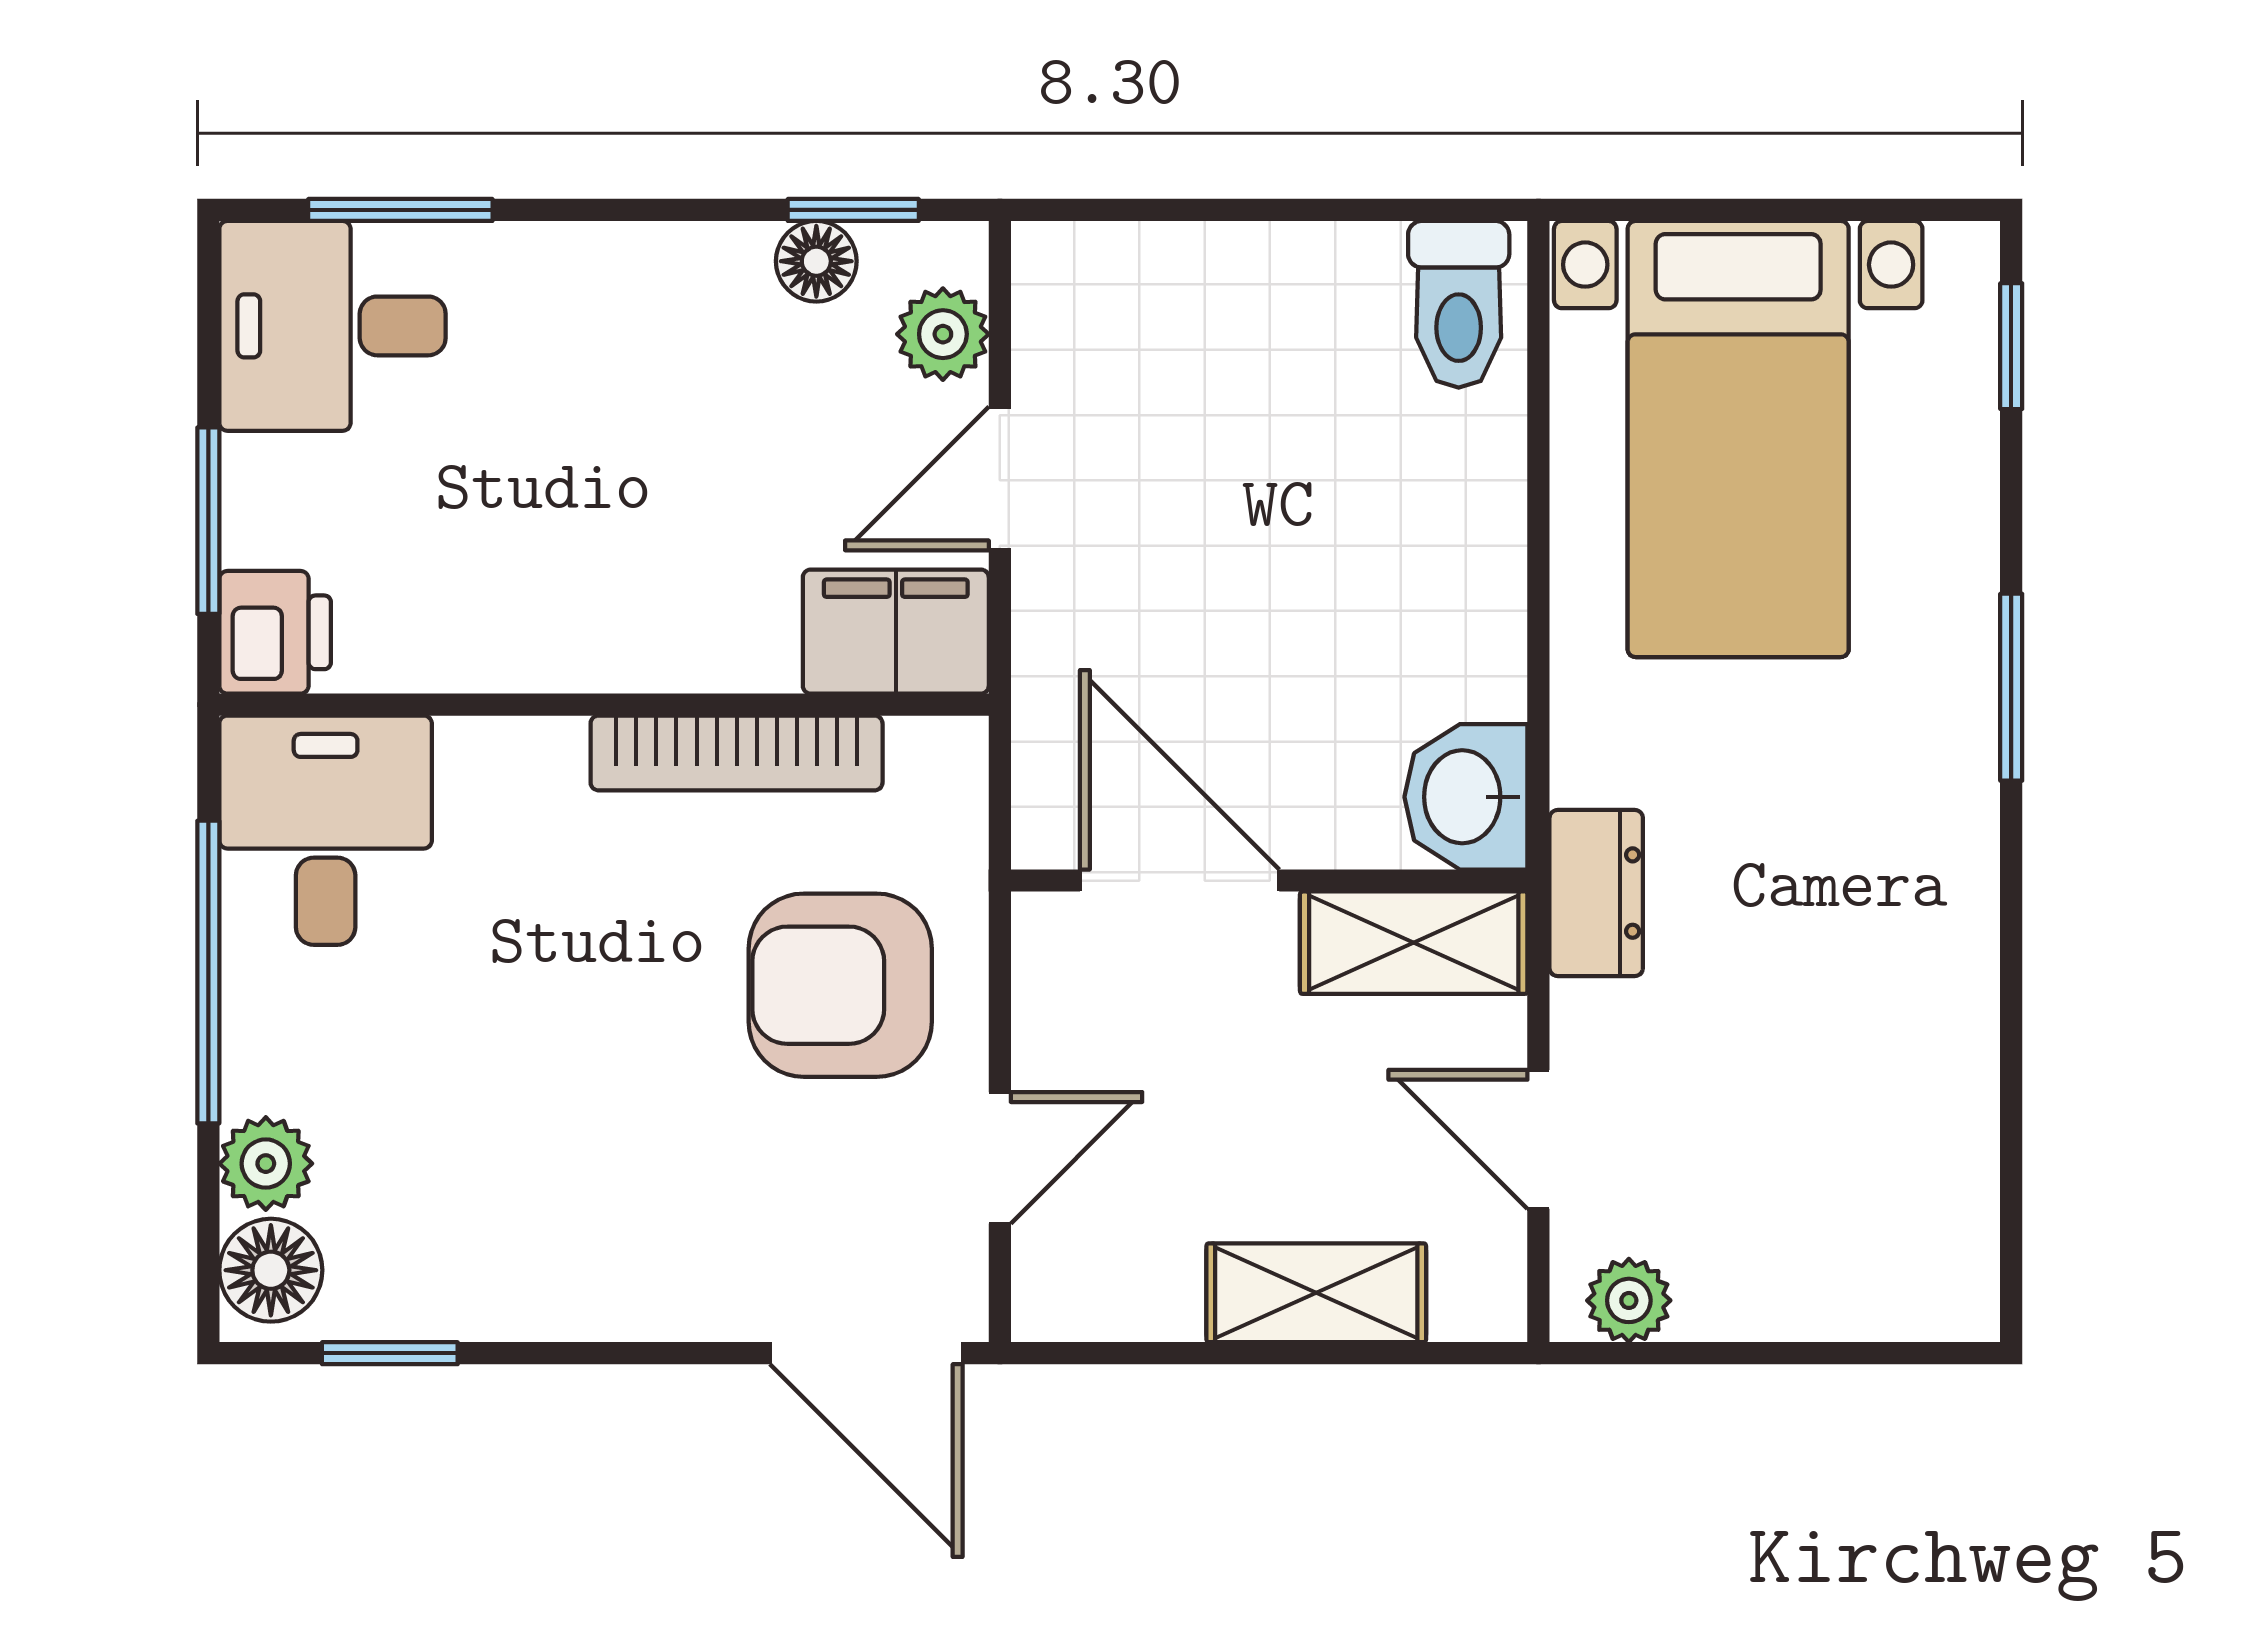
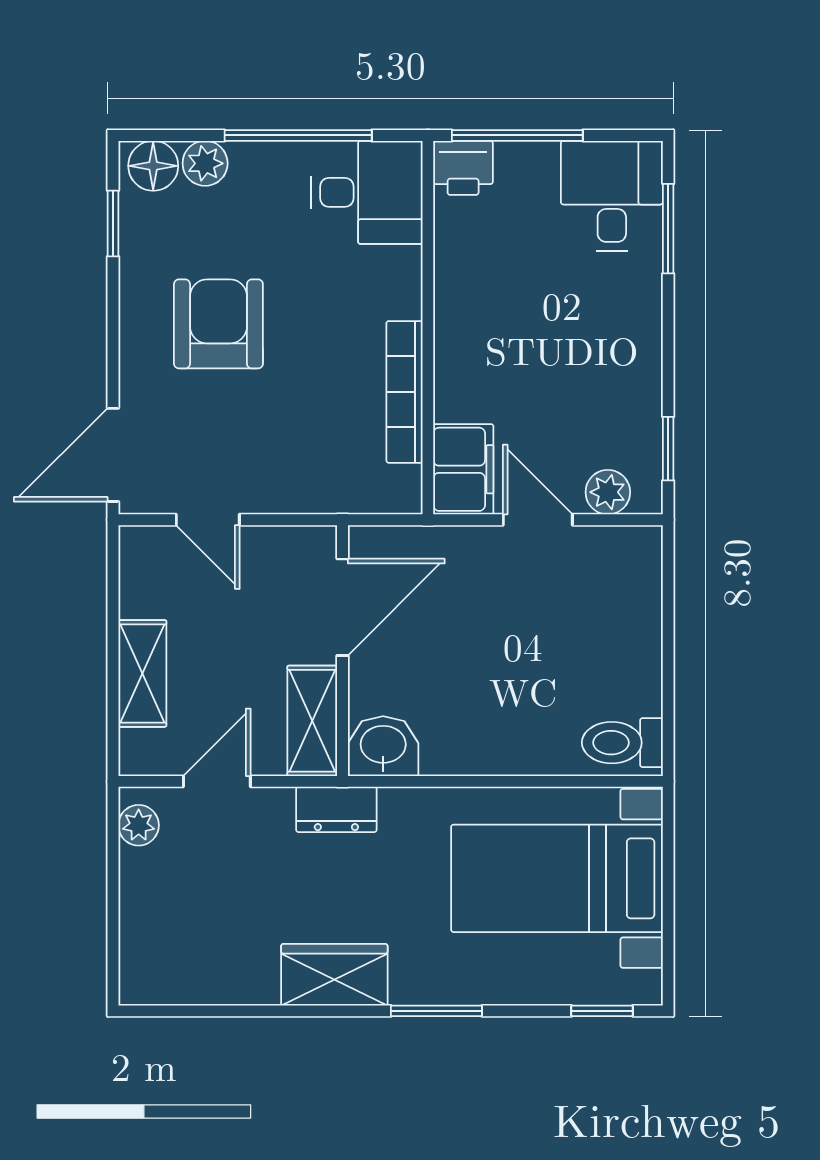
floor lamp: (816, 261) -> (643, 431), removed
window: (208, 521) -> (517, 135), width x1.44
wardrobe: (1937, 897) -> (334, 975), added
armchair: (840, 985) -> (218, 324), moved

